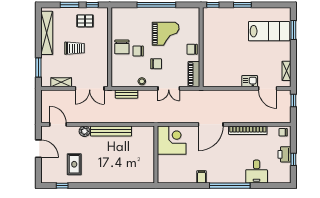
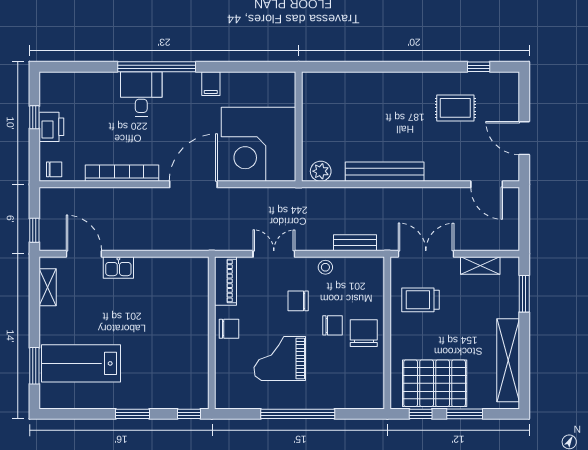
pallet: (85, 21) -> (435, 383), width x2.05, depth x2.00
trolley: (74, 48) -> (420, 300), moved
plant: (85, 131) -> (321, 171), moved
corner desk: (172, 140) -> (259, 144), width x1.36, depth x1.36
rug: (74, 164) -> (455, 108), turned 90
desk: (257, 172) -> (141, 94), moved

